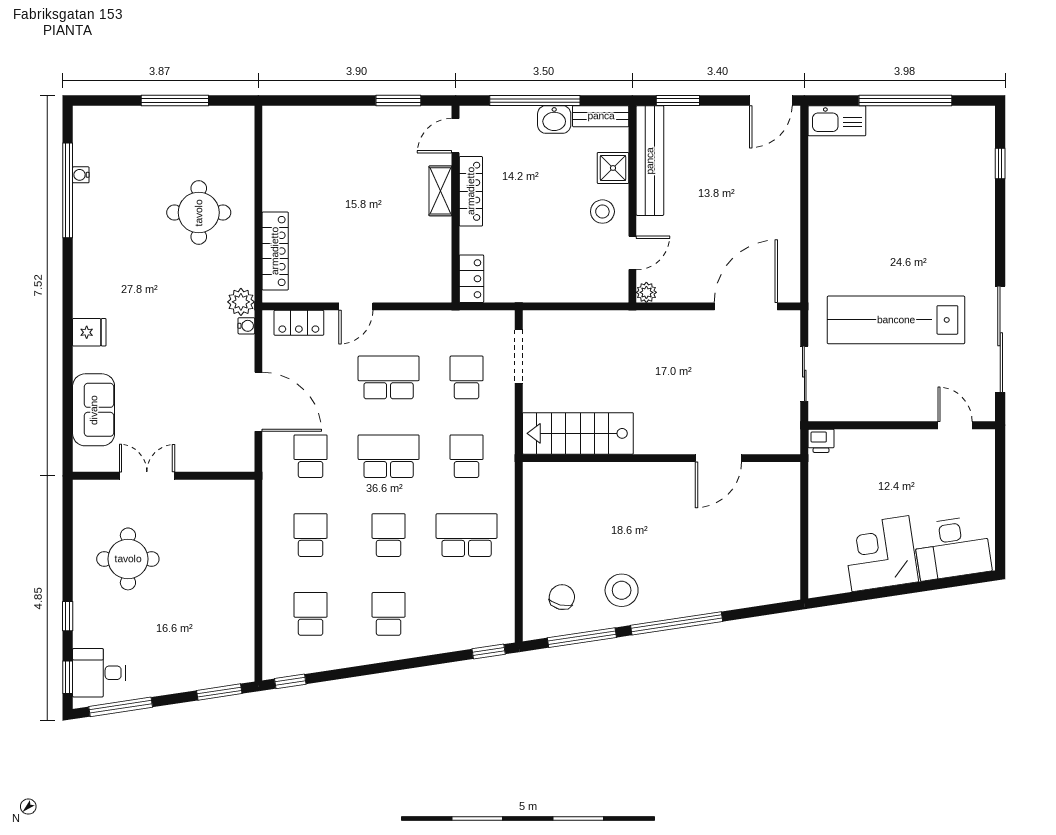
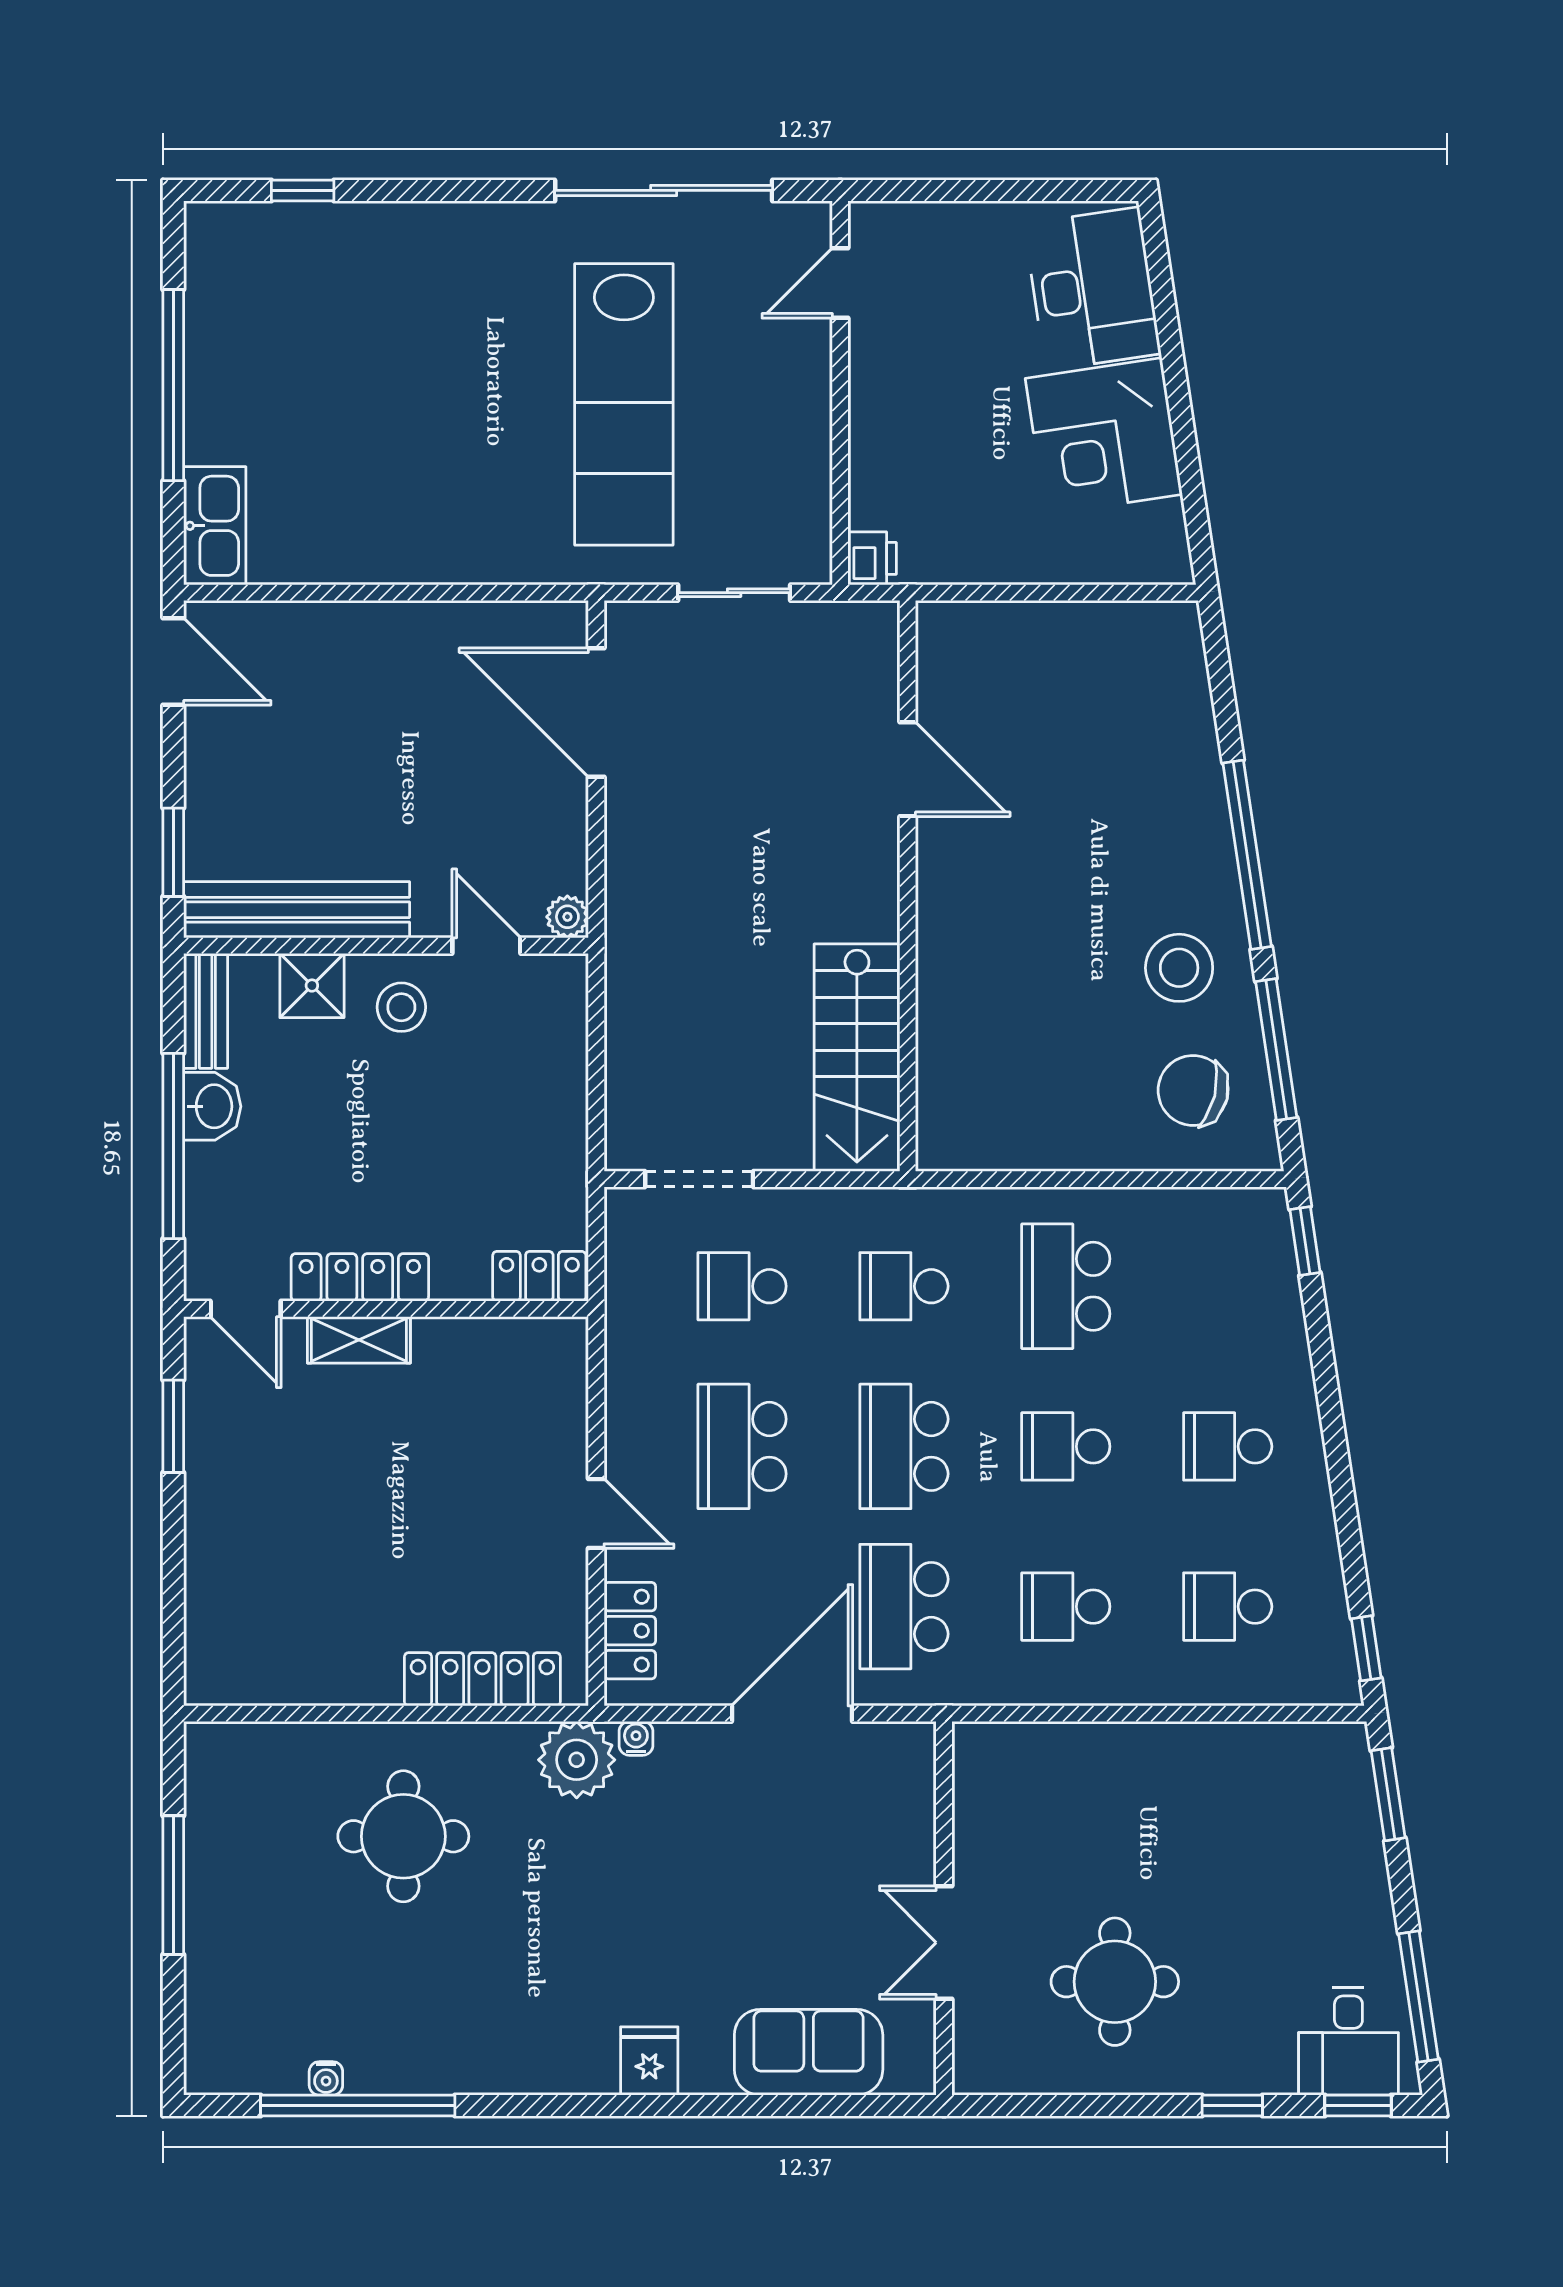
plant: (241, 302) -> (577, 1760), width x1.36, depth x1.36
school desk: (311, 456) -> (904, 1607), width x1.85
chair: (562, 597) -> (1193, 1090), width x1.37, depth x1.37

